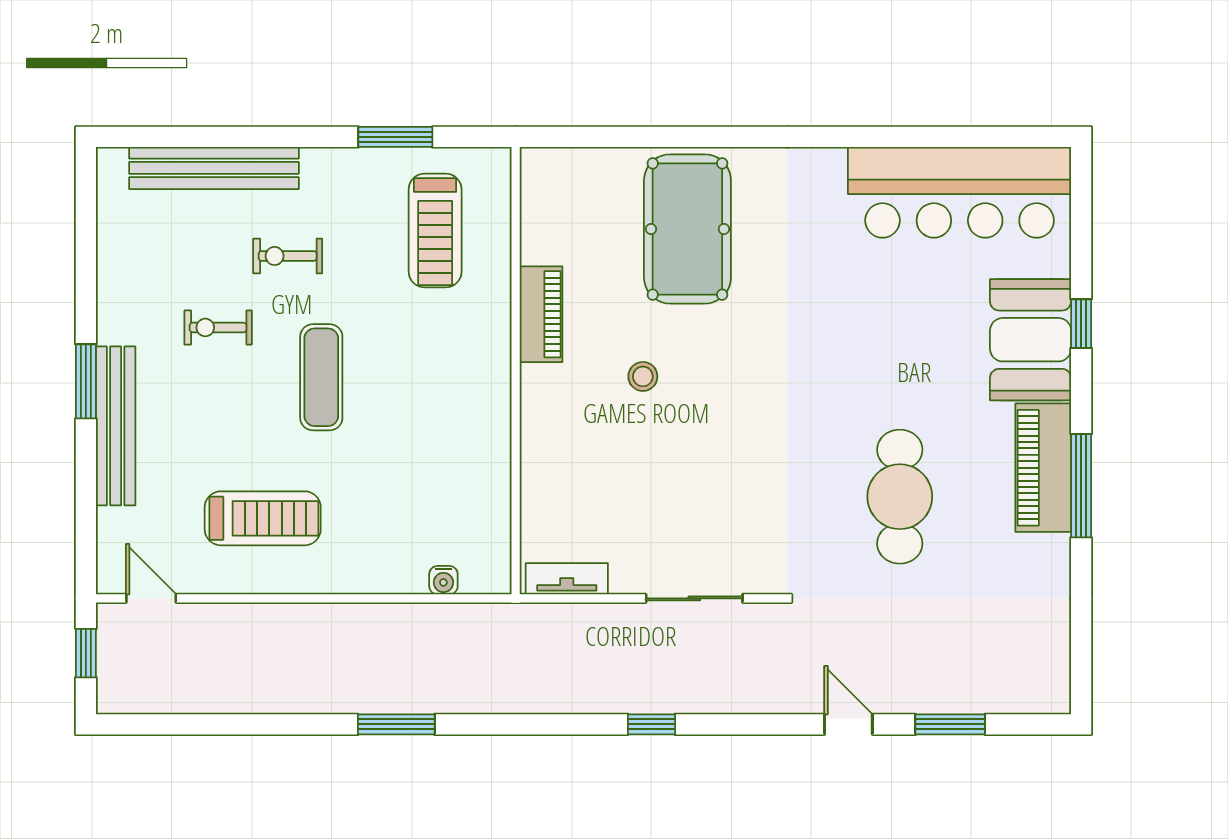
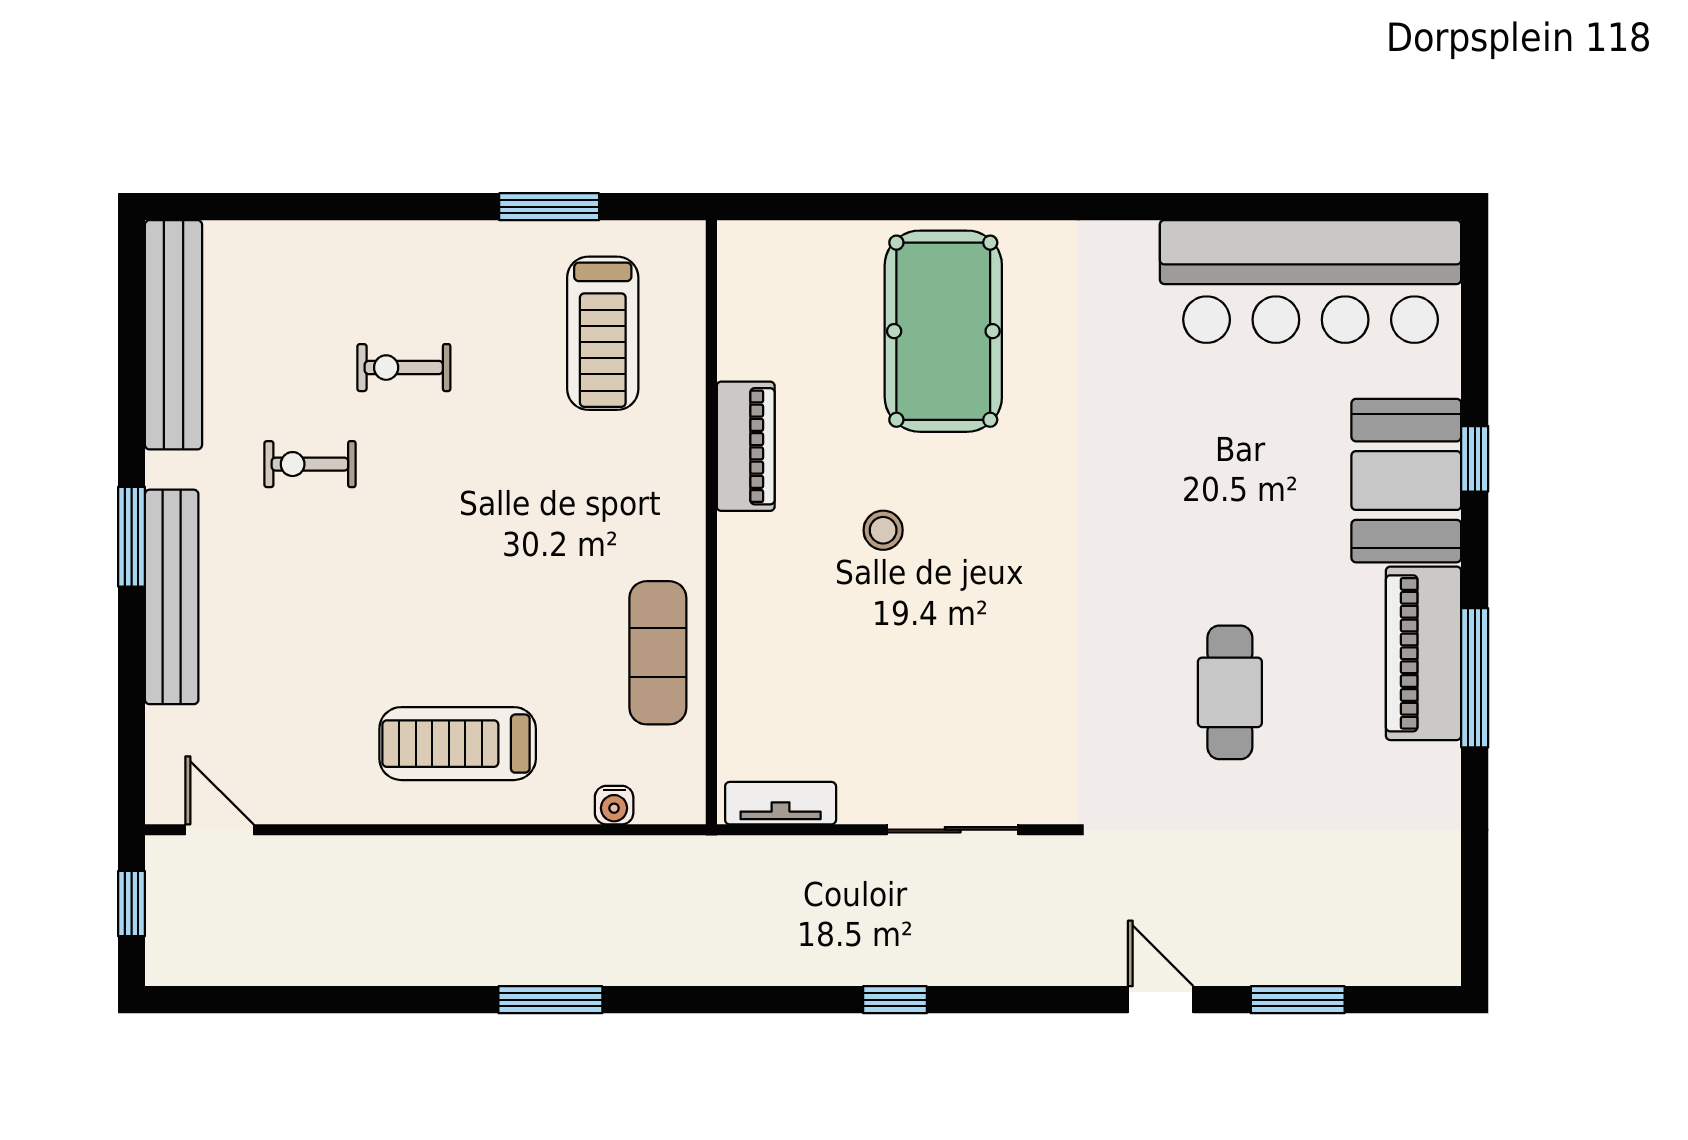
bench: (214, 168) -> (174, 335), moved, turned 90
exercise mat: (321, 377) -> (658, 653), moved
cafe table: (900, 497) -> (1230, 692), width x0.73, depth x0.74
treadmill: (263, 518) -> (458, 744), moved, turned 180

